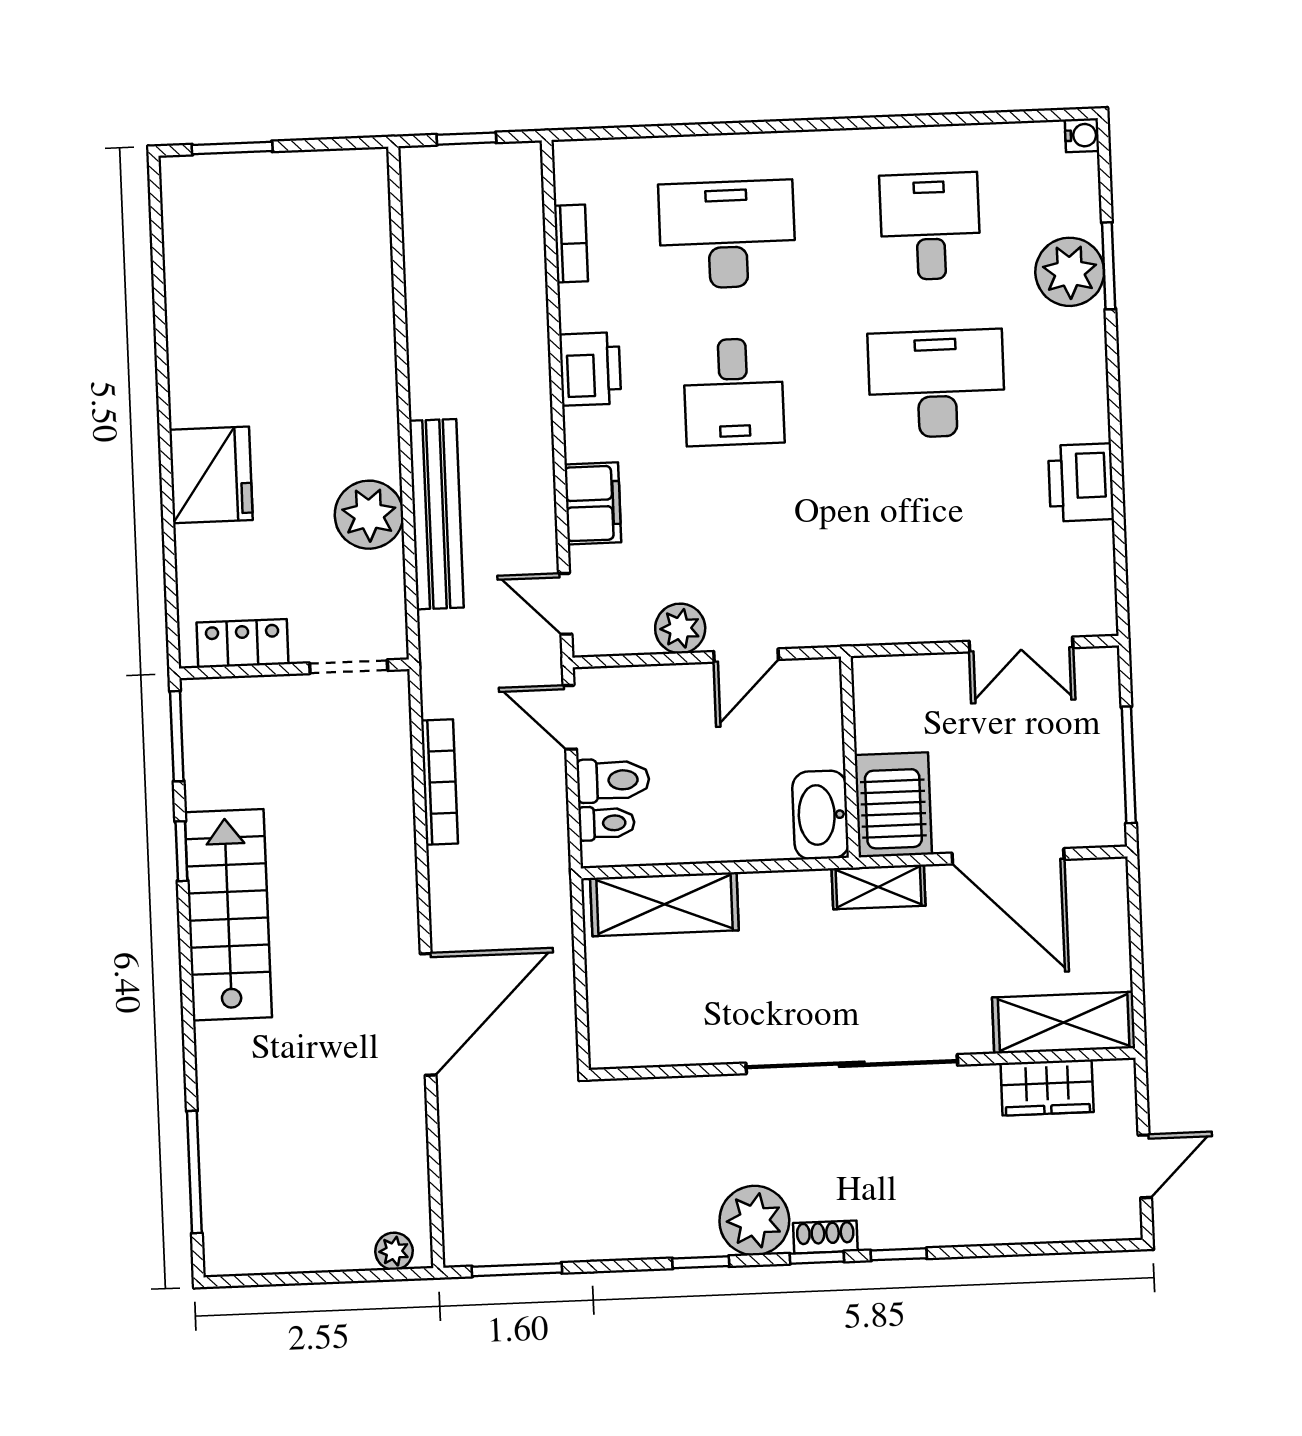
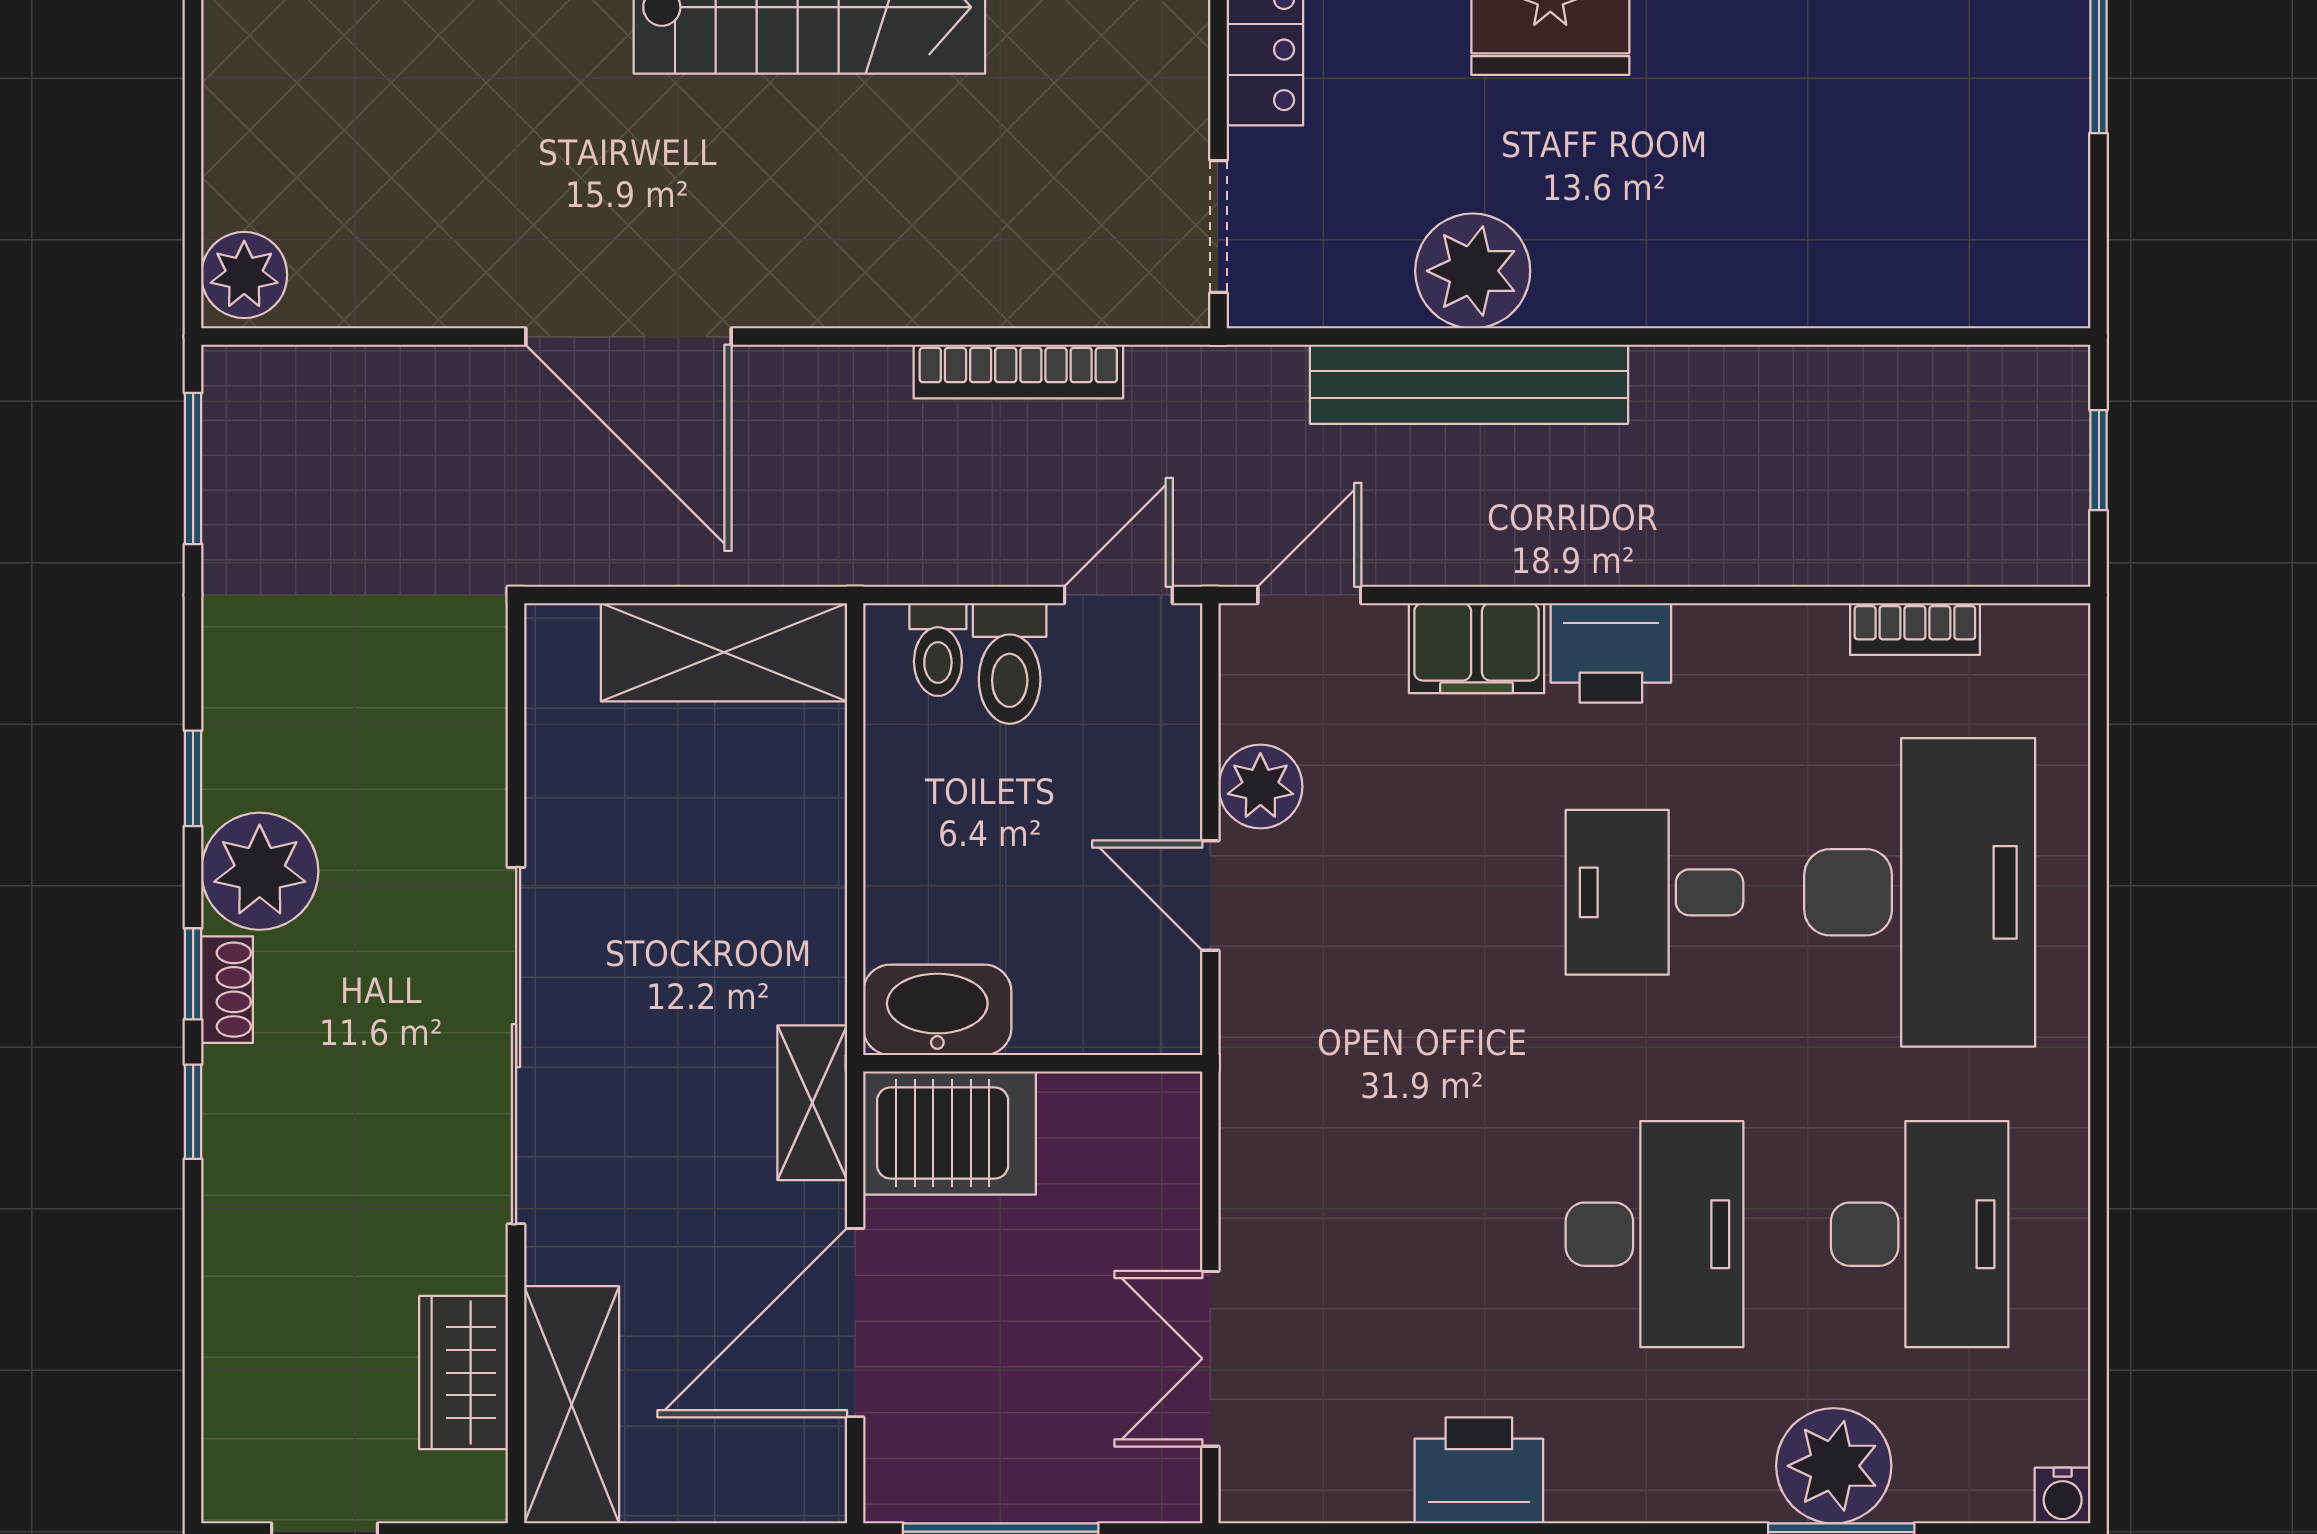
desk: (930, 226) -> (1920, 1234), width x1.37
desk: (727, 234) -> (1920, 892), width x1.36, depth x1.30
printer: (590, 369) -> (1611, 653), moved
shelving: (664, 904) -> (724, 652), moved, turned 90
plant: (394, 1251) -> (244, 275), width x1.38, depth x1.38

